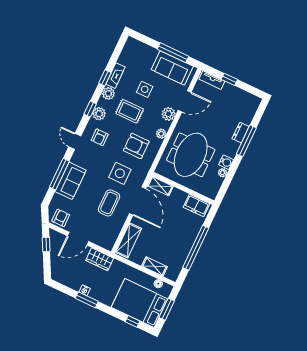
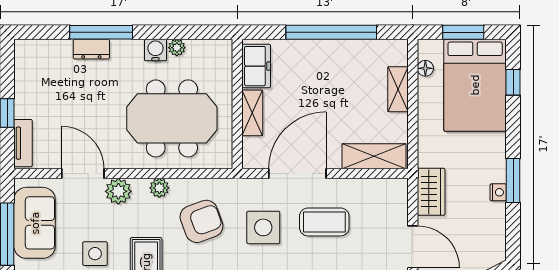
armchair: (136, 146) -> (202, 221), turned -110
shelving: (160, 186) -> (252, 113), moved

